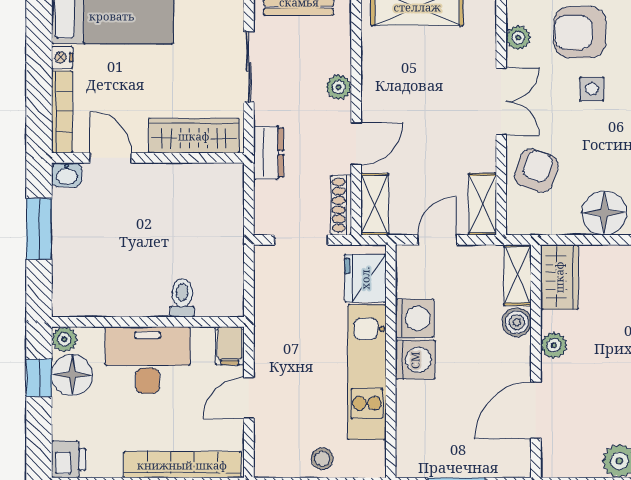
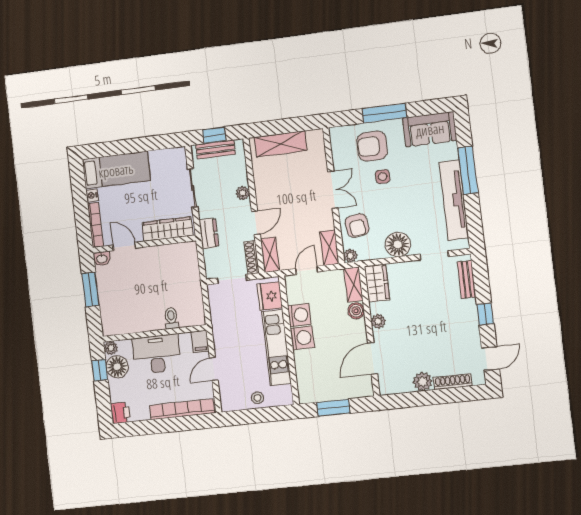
plant: (518, 38) -> (350, 256), moved
armchair: (536, 171) -> (357, 226), turned 153

